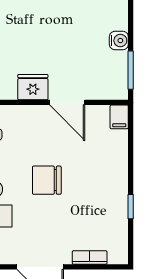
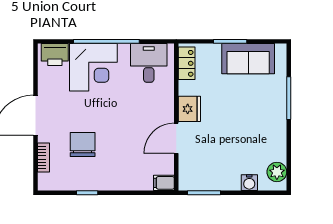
water cooler: (119, 41) -> (249, 183), moved
chair: (47, 180) -> (83, 144), moved

